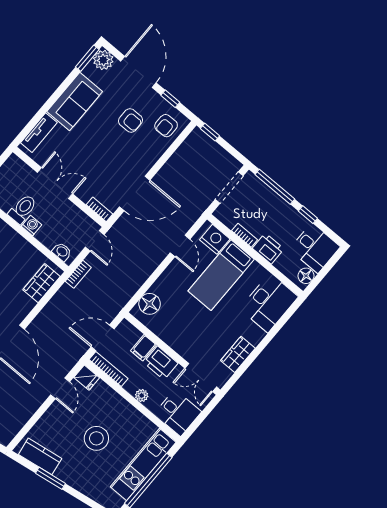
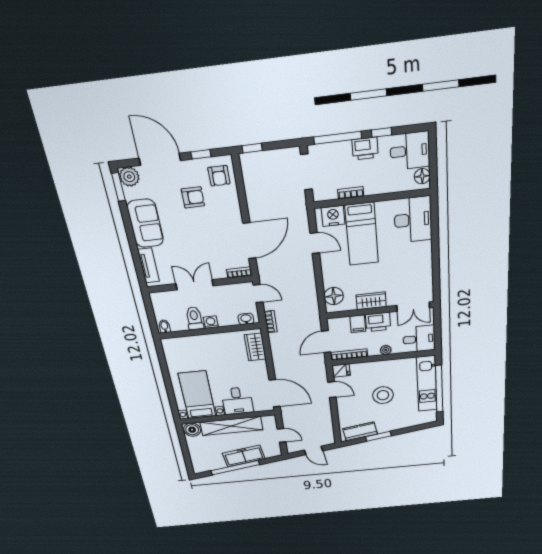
printer: (268, 249) -> (365, 149), moved, turned 180
wardrobe: (238, 354) -> (371, 301), moved, turned 90

